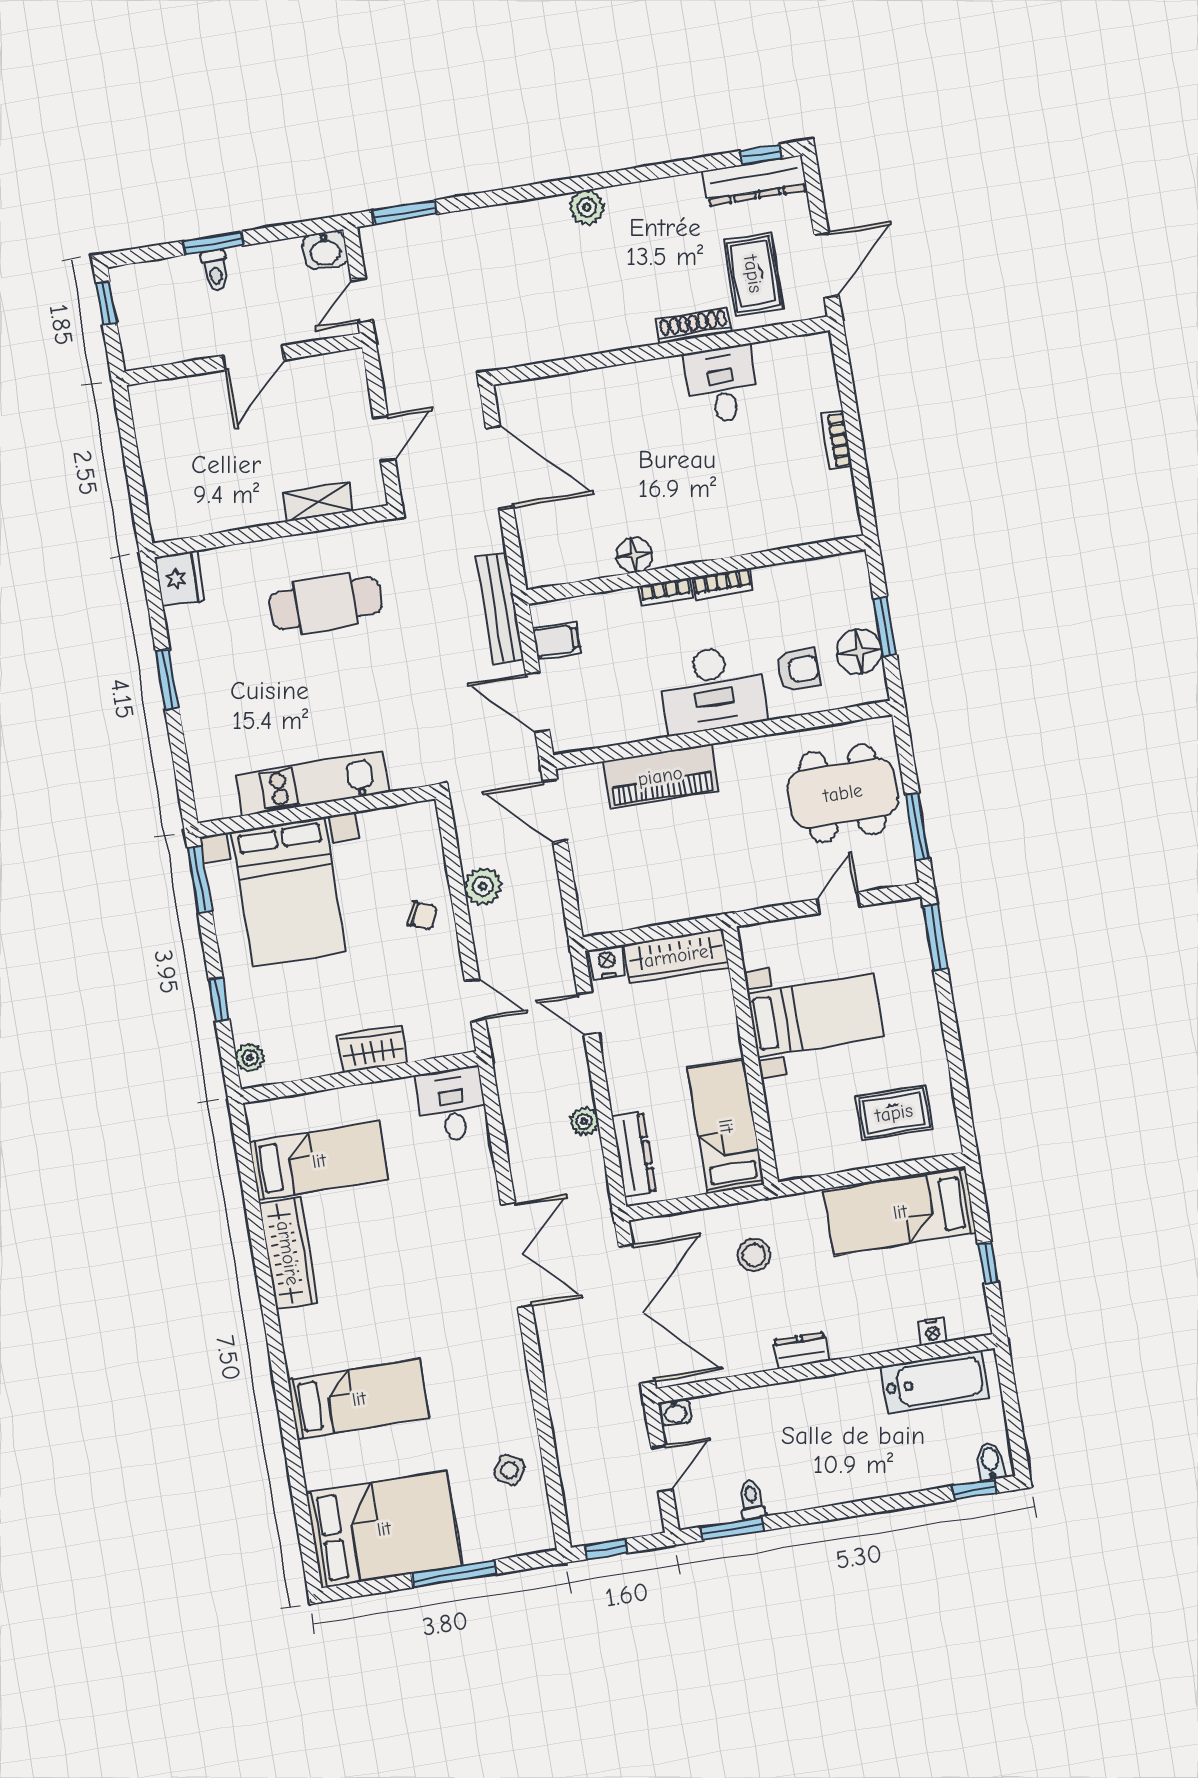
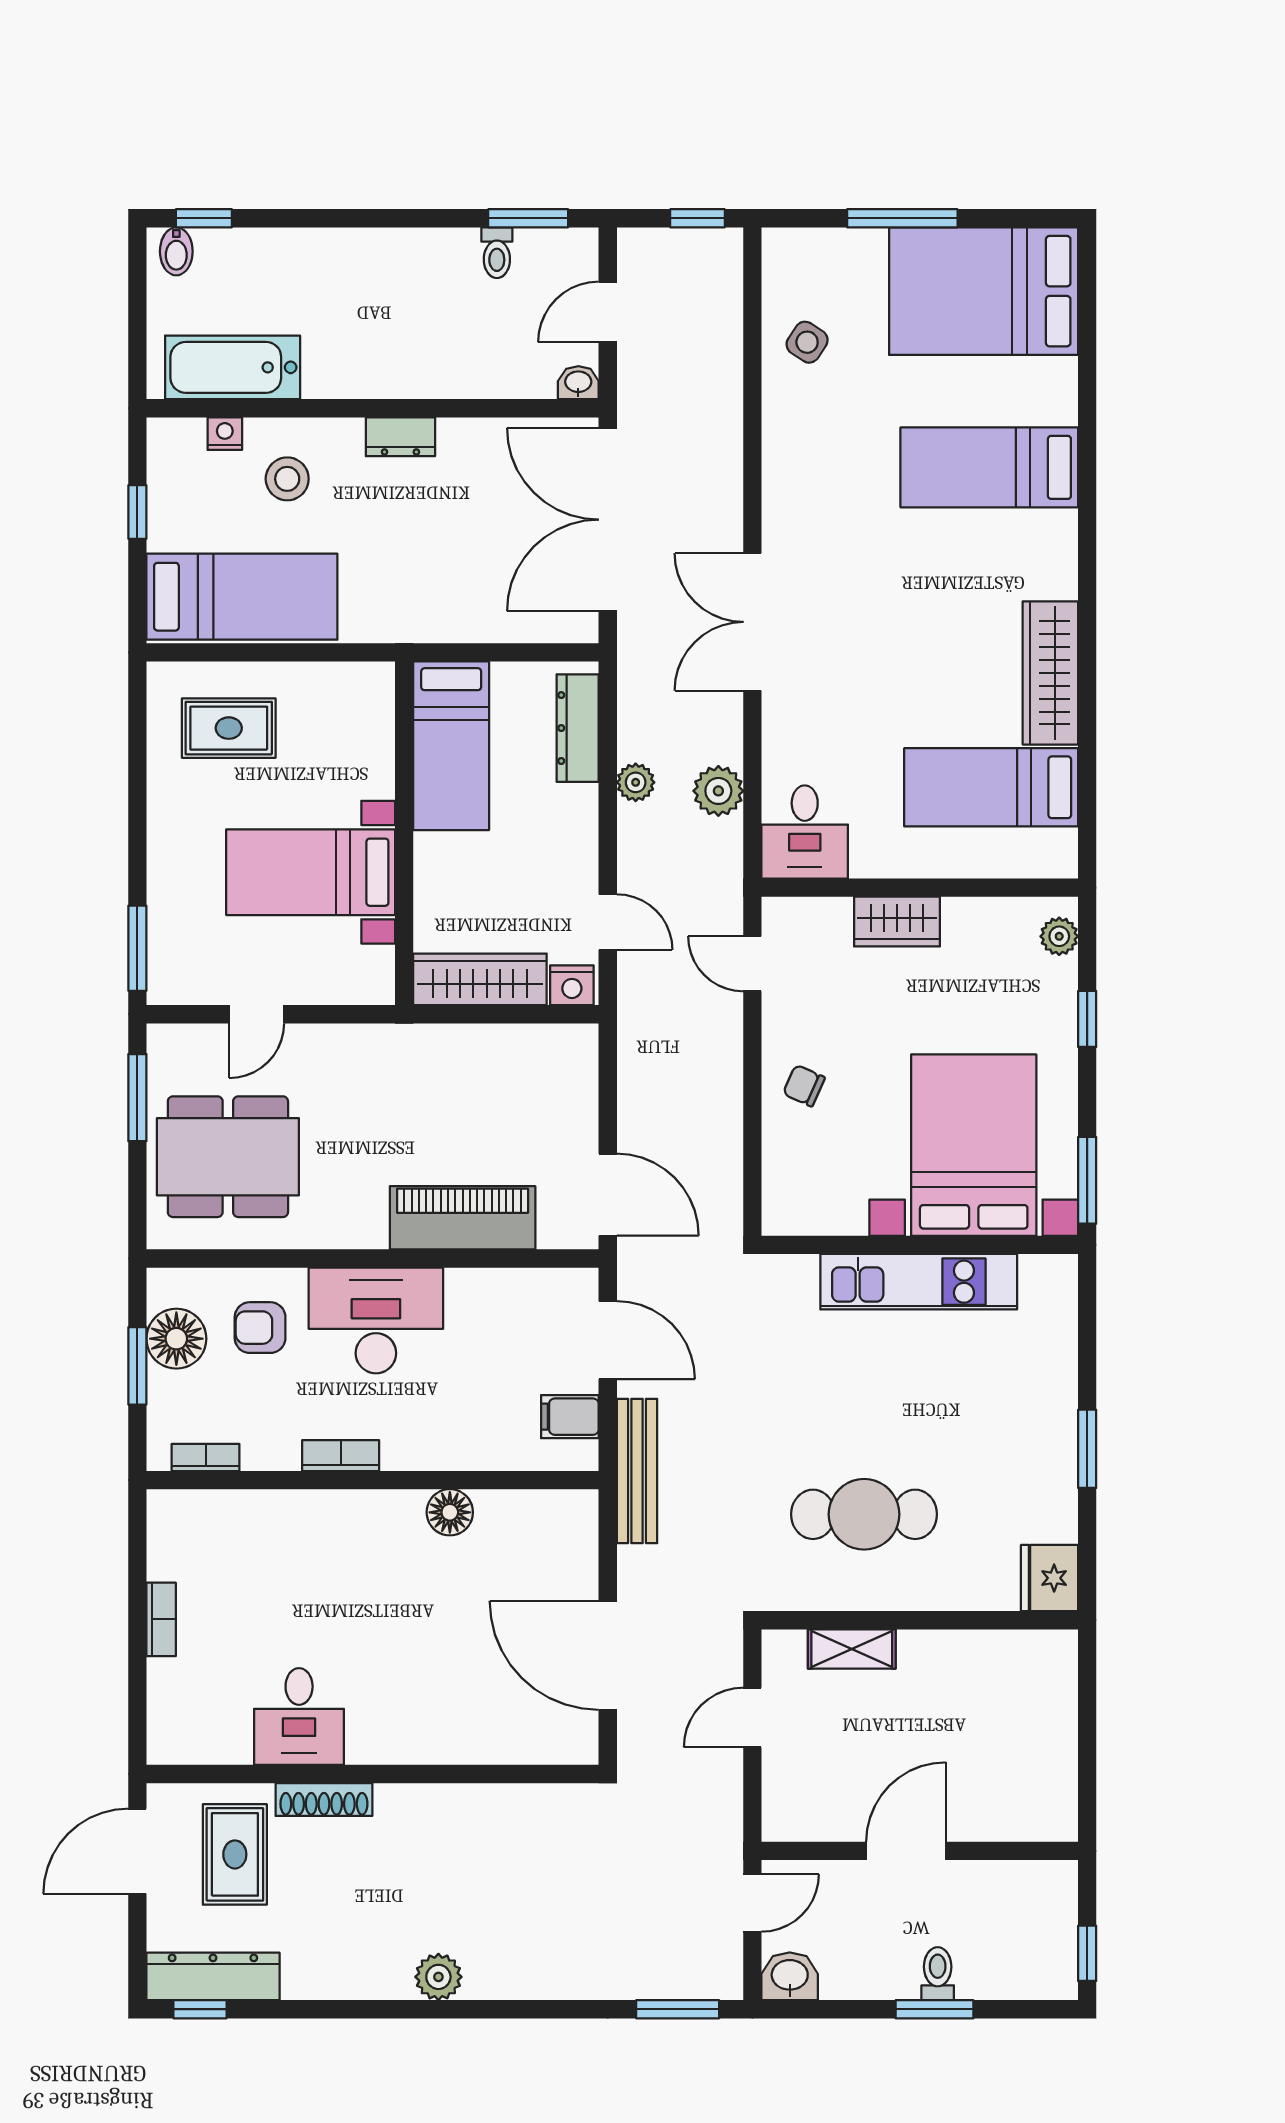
bookcase: (666, 592) -> (206, 1457), moved
plant: (483, 886) -> (718, 791), moved
stool: (754, 1255) -> (287, 479), moved

